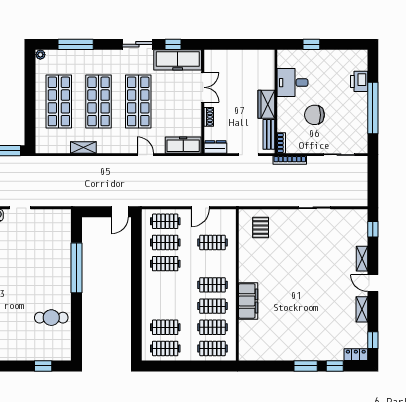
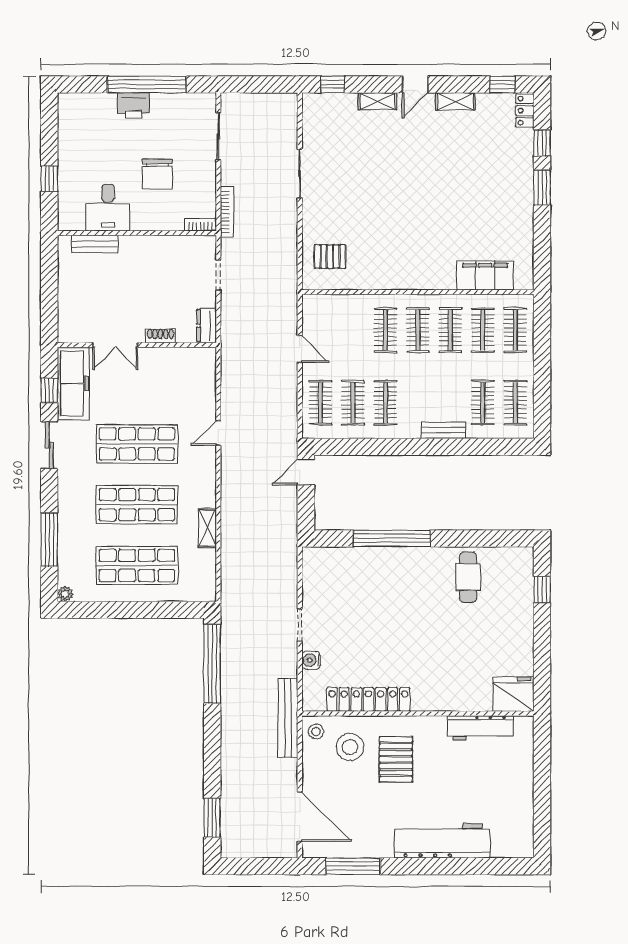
printer: (359, 81) -> (133, 106), moved
double door: (203, 87) -> (115, 345), swing flipped
wardrobe: (266, 104) -> (141, 248), removed
bench: (269, 134) -> (95, 244), moved
freezer: (183, 145) -> (204, 375), removed
door: (120, 212) -> (306, 472), swing flipped
clothes rail: (212, 242) -> (385, 330), moved
filing cabinet: (248, 301) -> (485, 275), moved
bench: (147, 302) -> (443, 430), added

